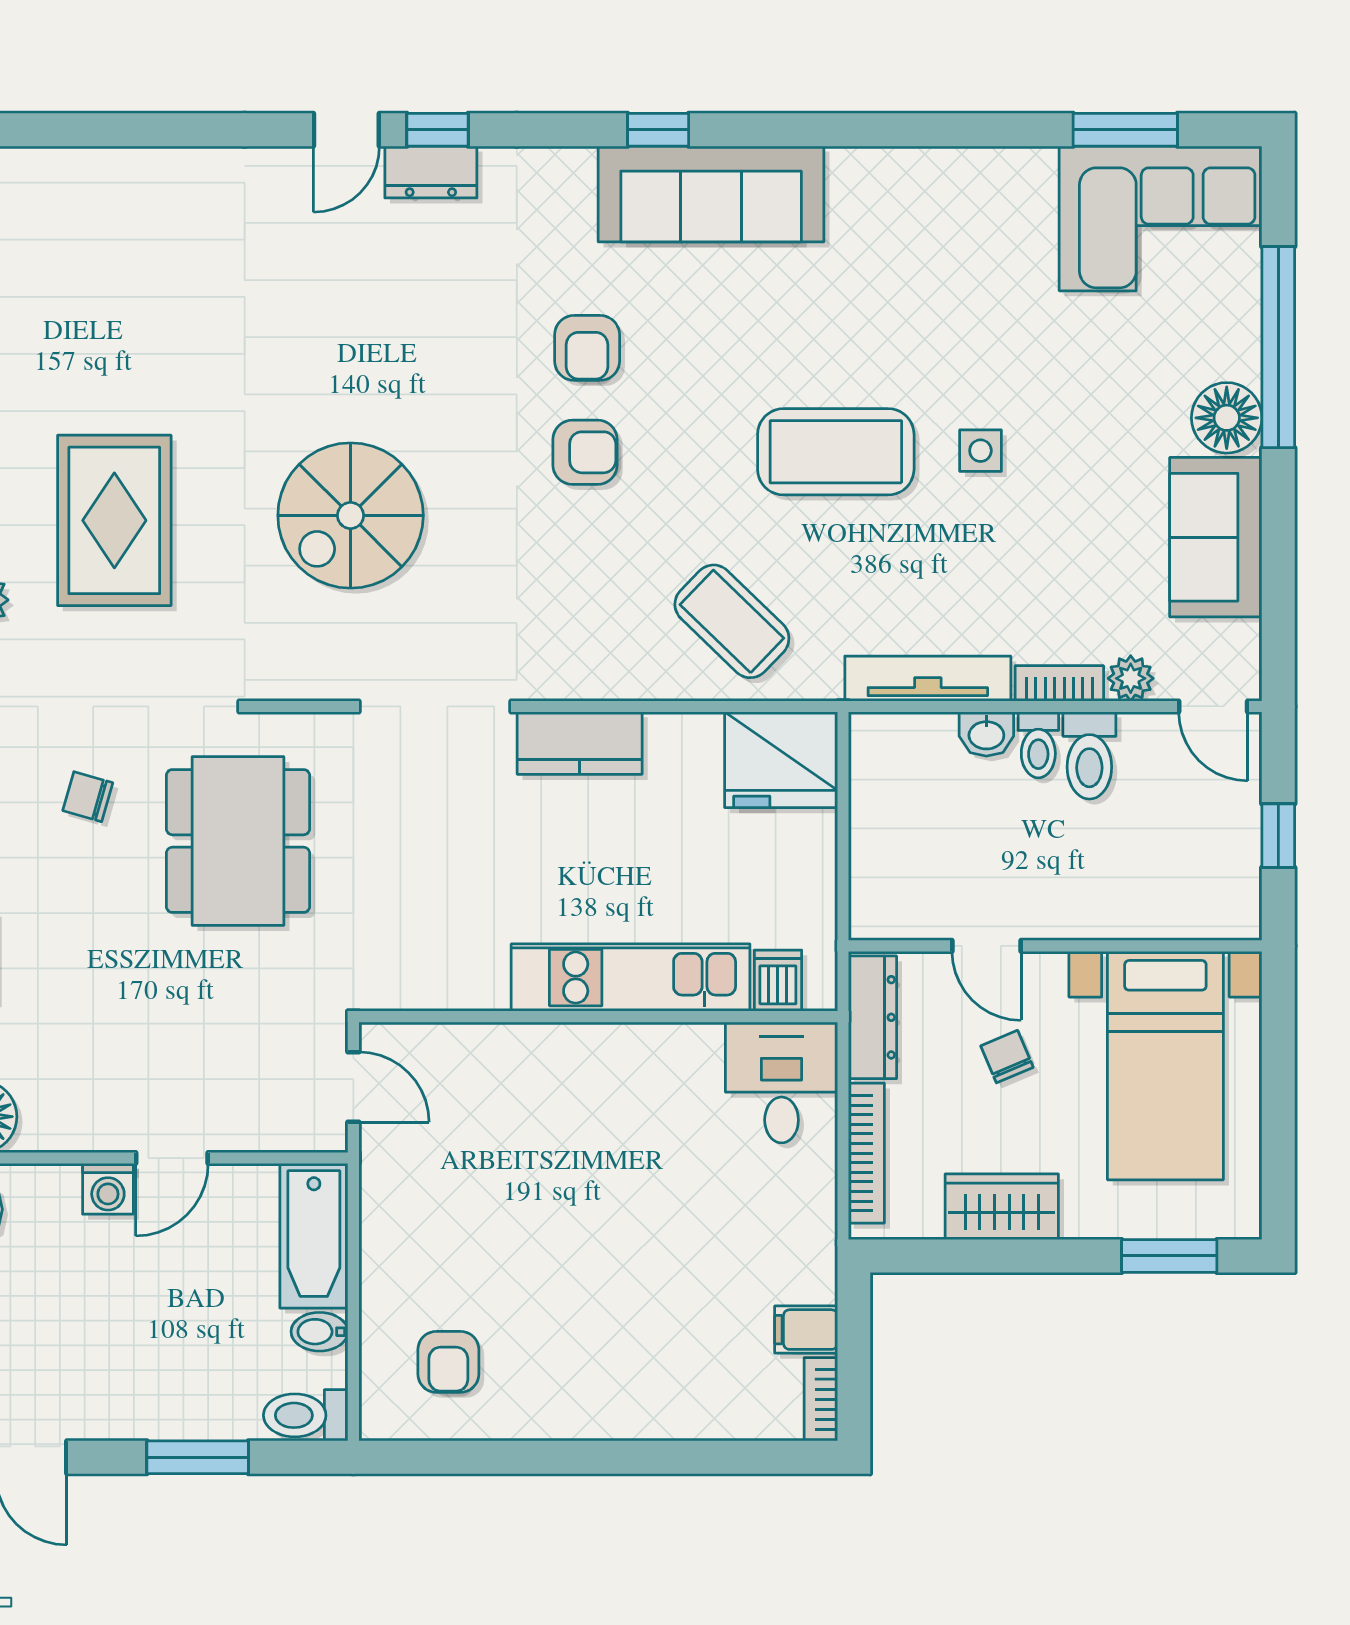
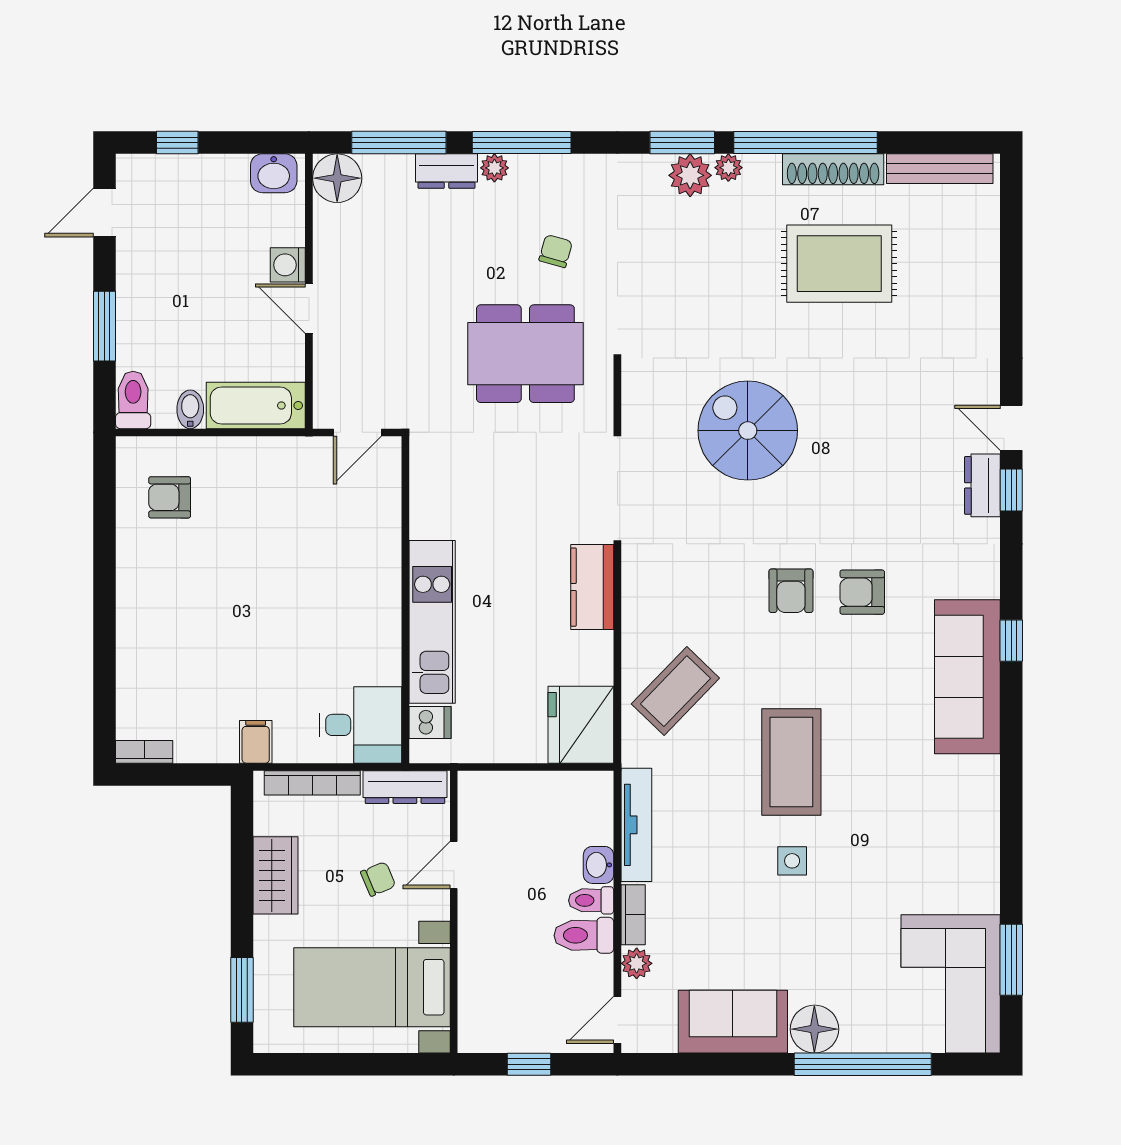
rug: (114, 520) -> (839, 264), moved
filing cabinet: (806, 1330) -> (256, 742), moved

